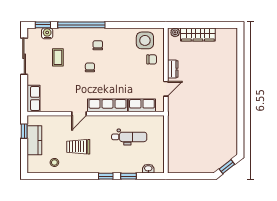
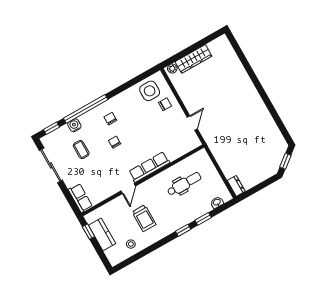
water cooler: (47, 33) -> (74, 125), moved
dresser: (173, 69) -> (236, 186), moved
row of seats: (142, 105) -> (180, 150), removed
trolley: (78, 147) -> (144, 218), turned -90

